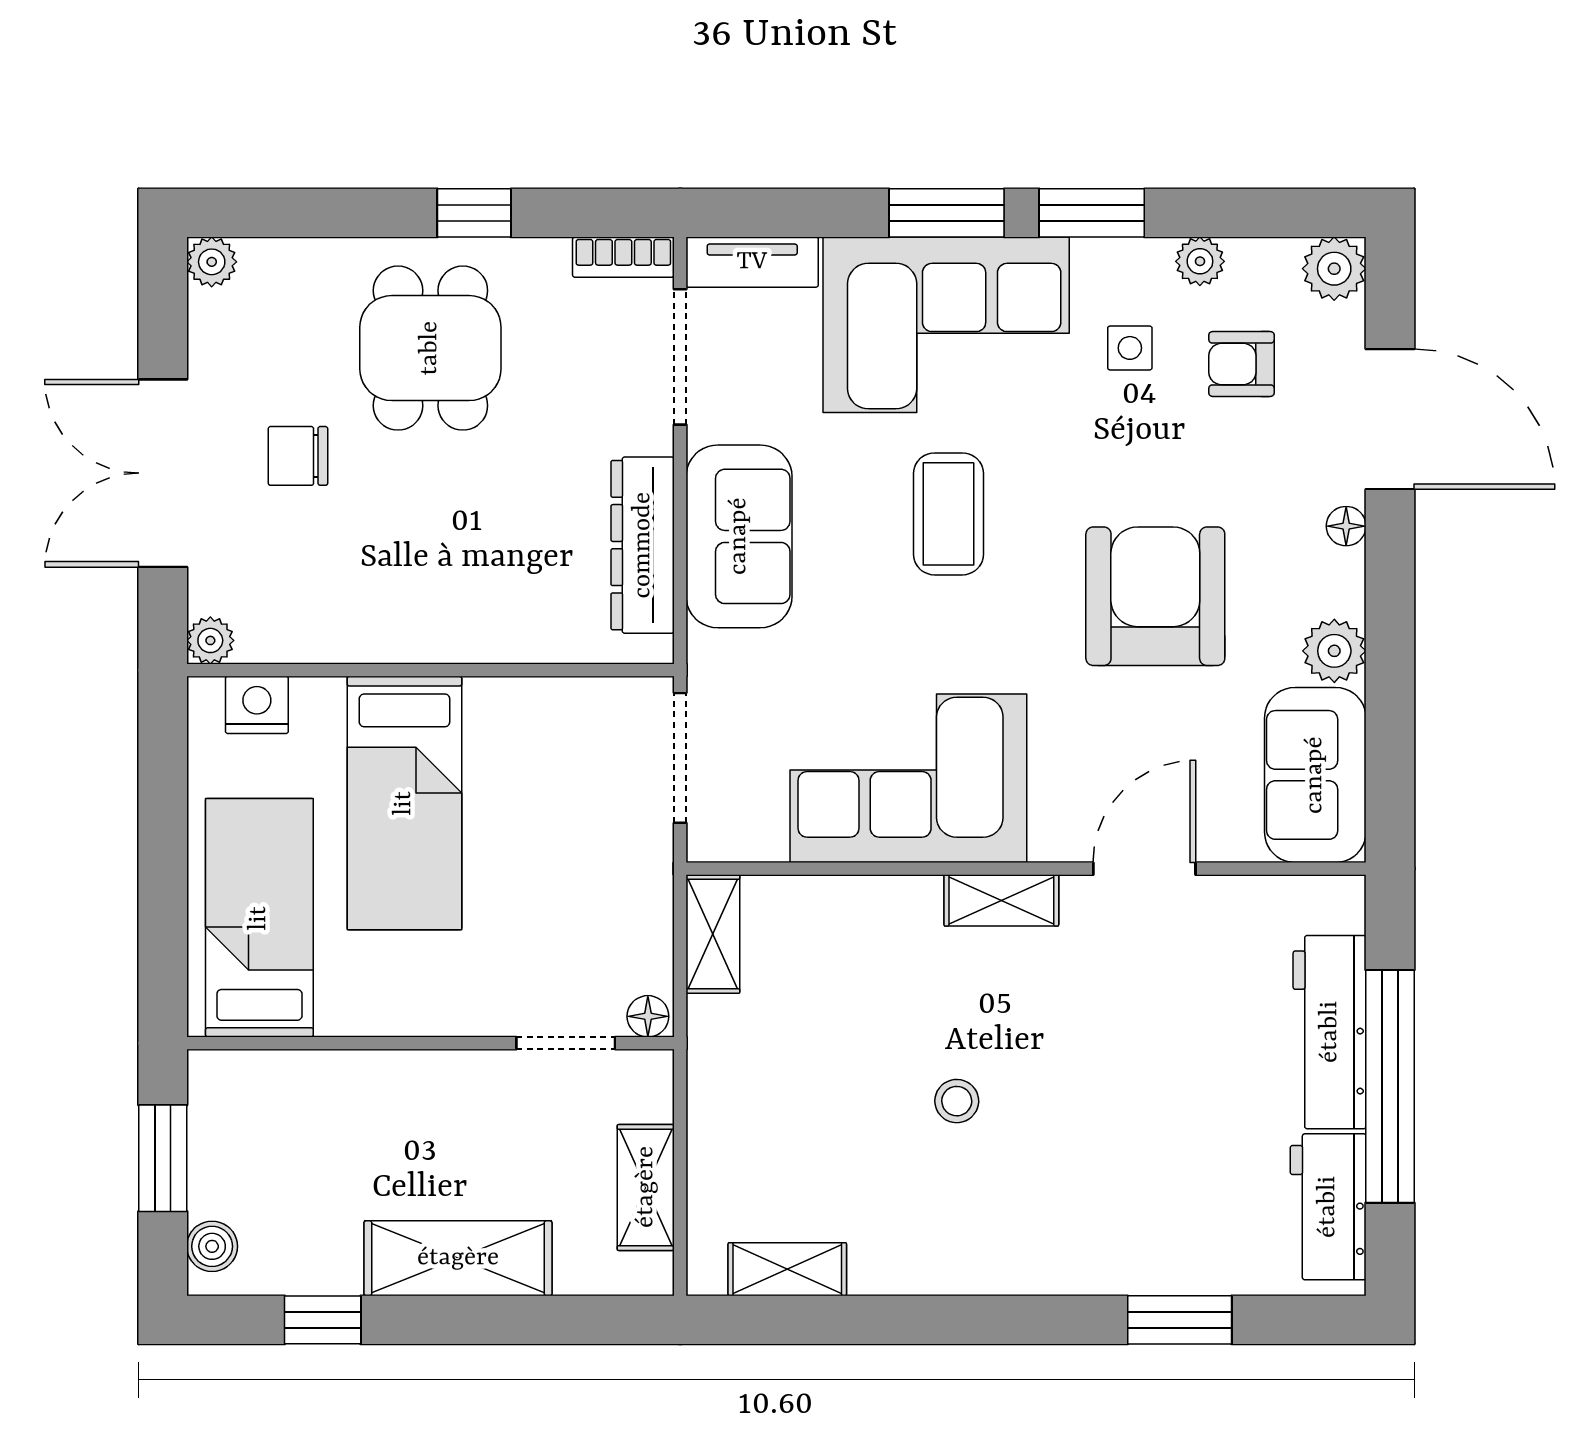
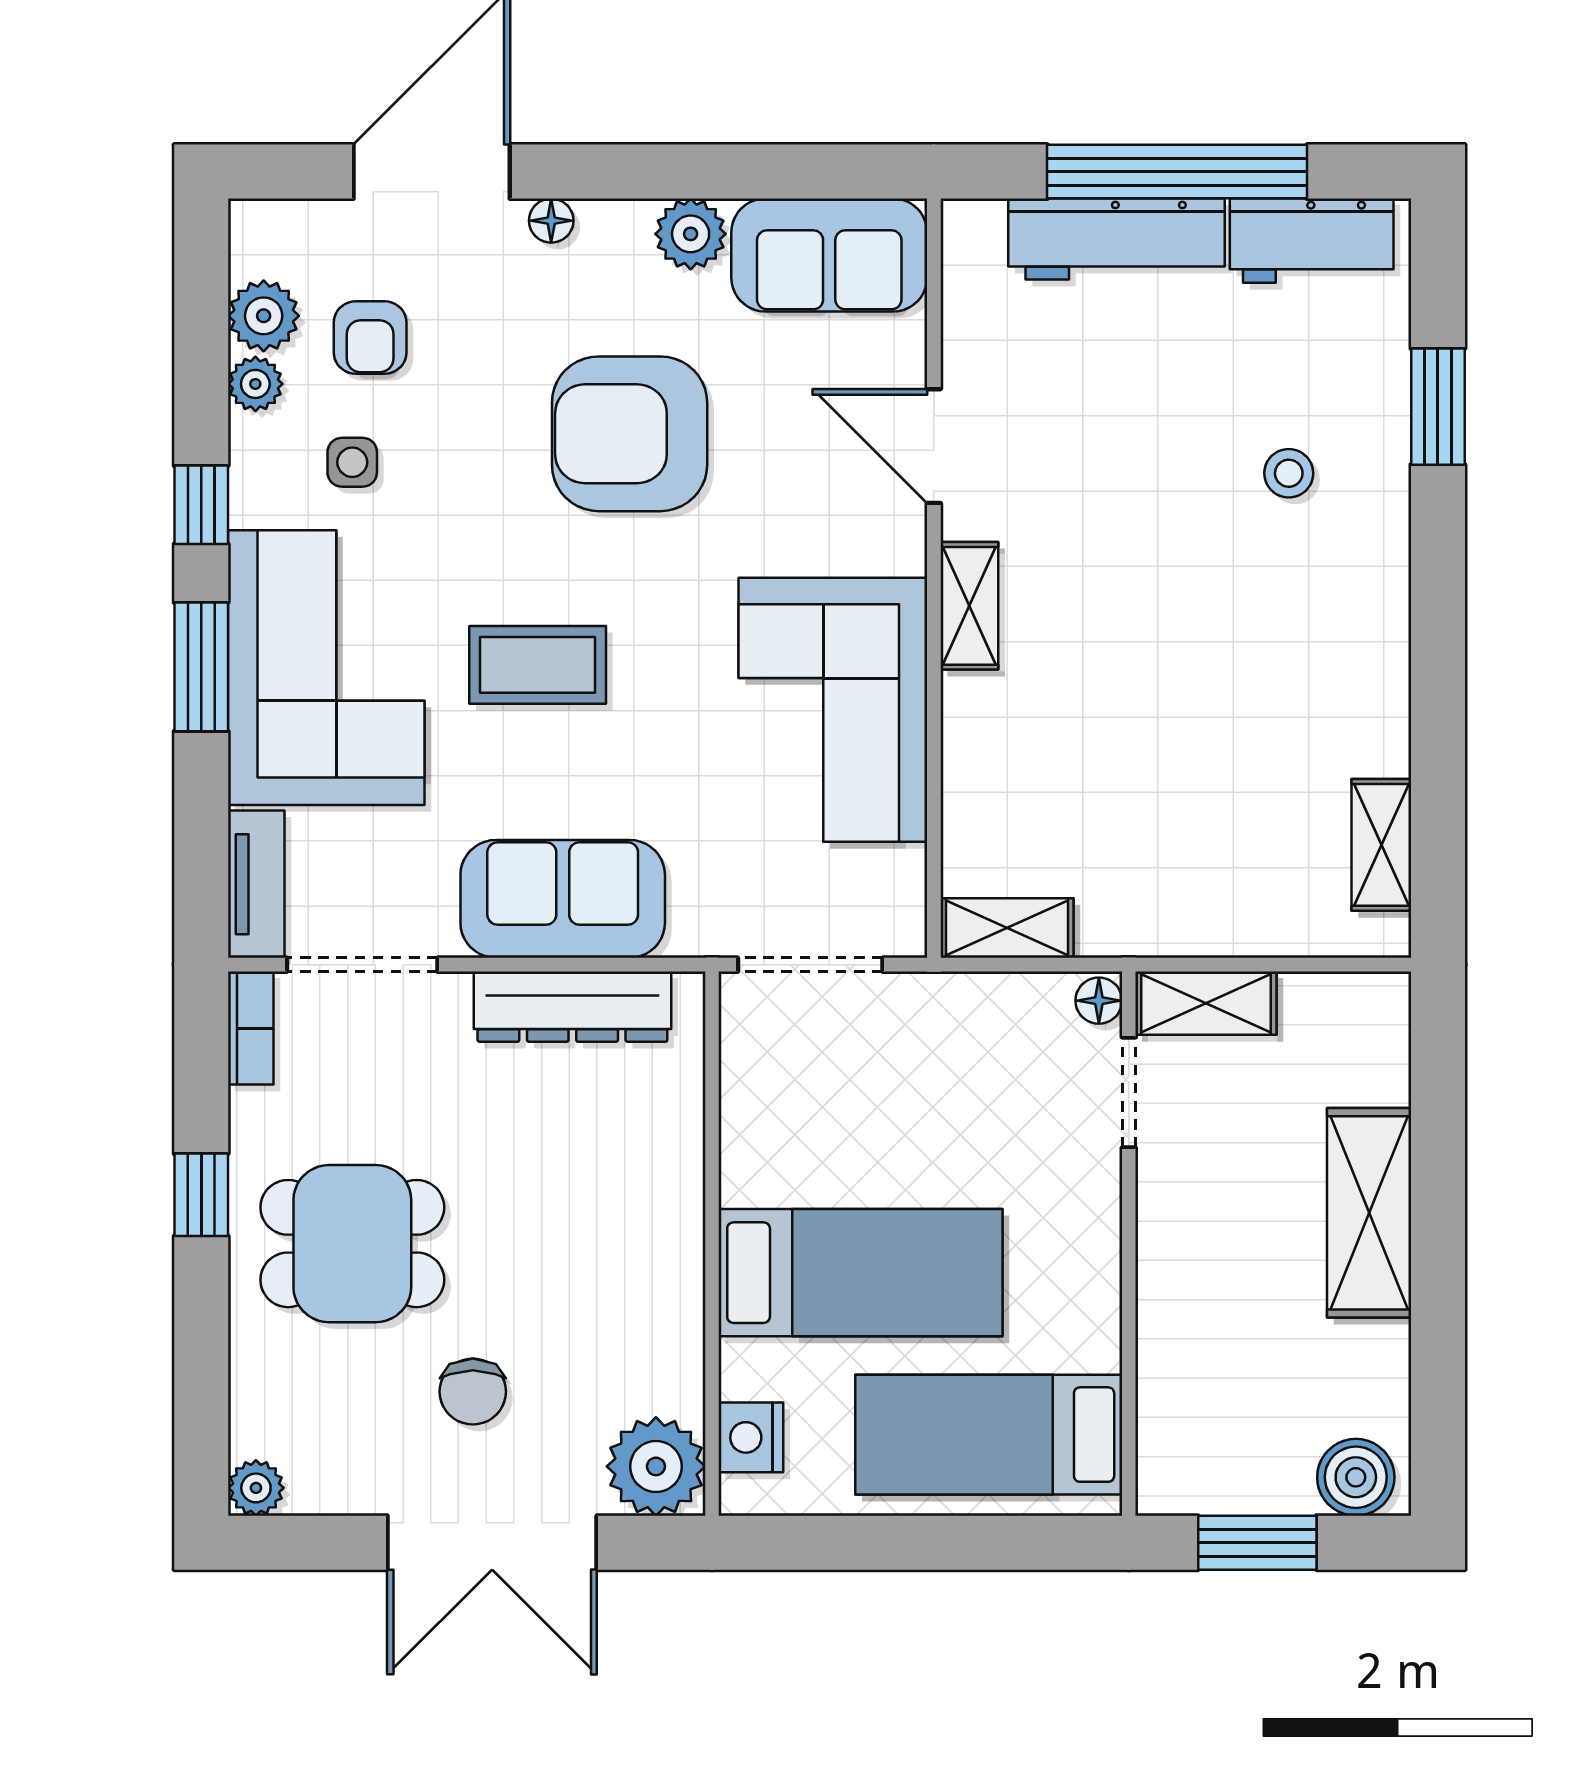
window: (1092, 213) -> (201, 505), width x0.67
plant: (1334, 269) -> (264, 316), moved
plant: (210, 640) -> (656, 1466), width x1.87, depth x1.87
stool: (957, 1101) -> (1289, 473), moved
shelving: (646, 1187) -> (1206, 1003), moved
boiler: (212, 1246) -> (1356, 1477), width x1.36, depth x1.36
window: (323, 1320) -> (1438, 1364), removed

